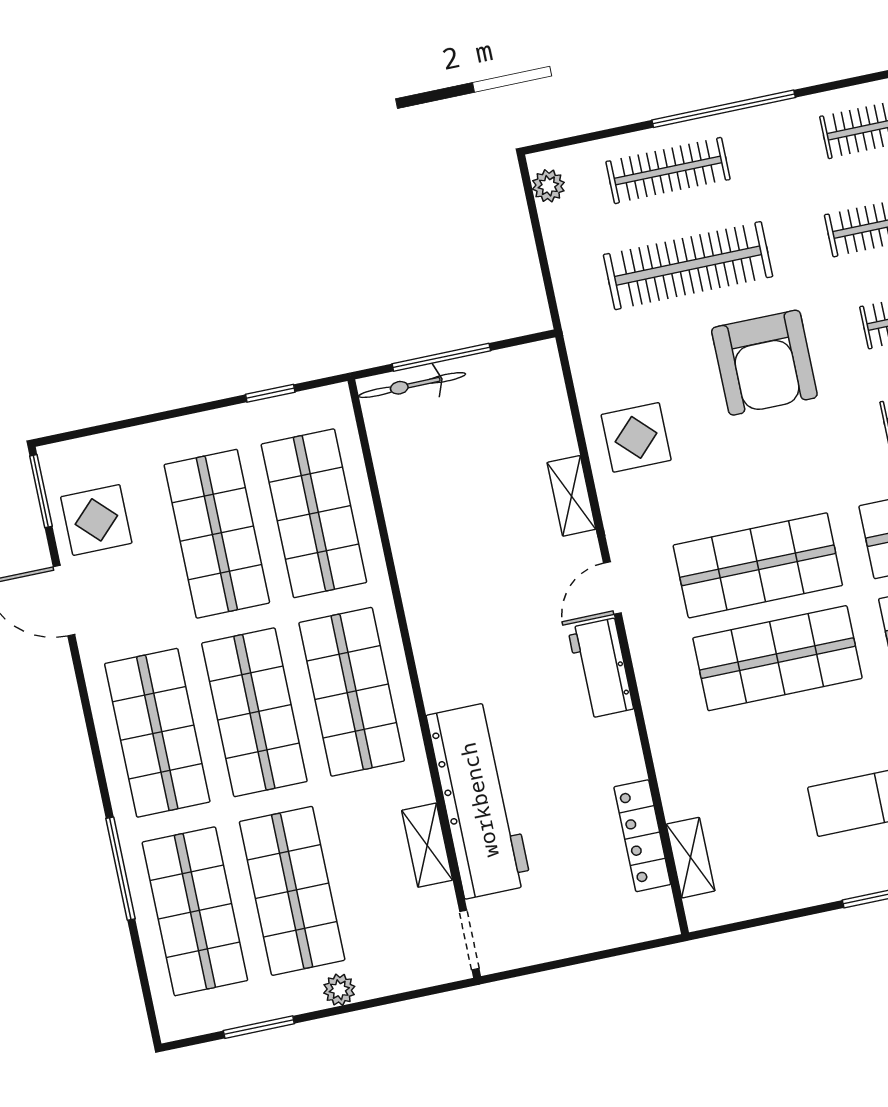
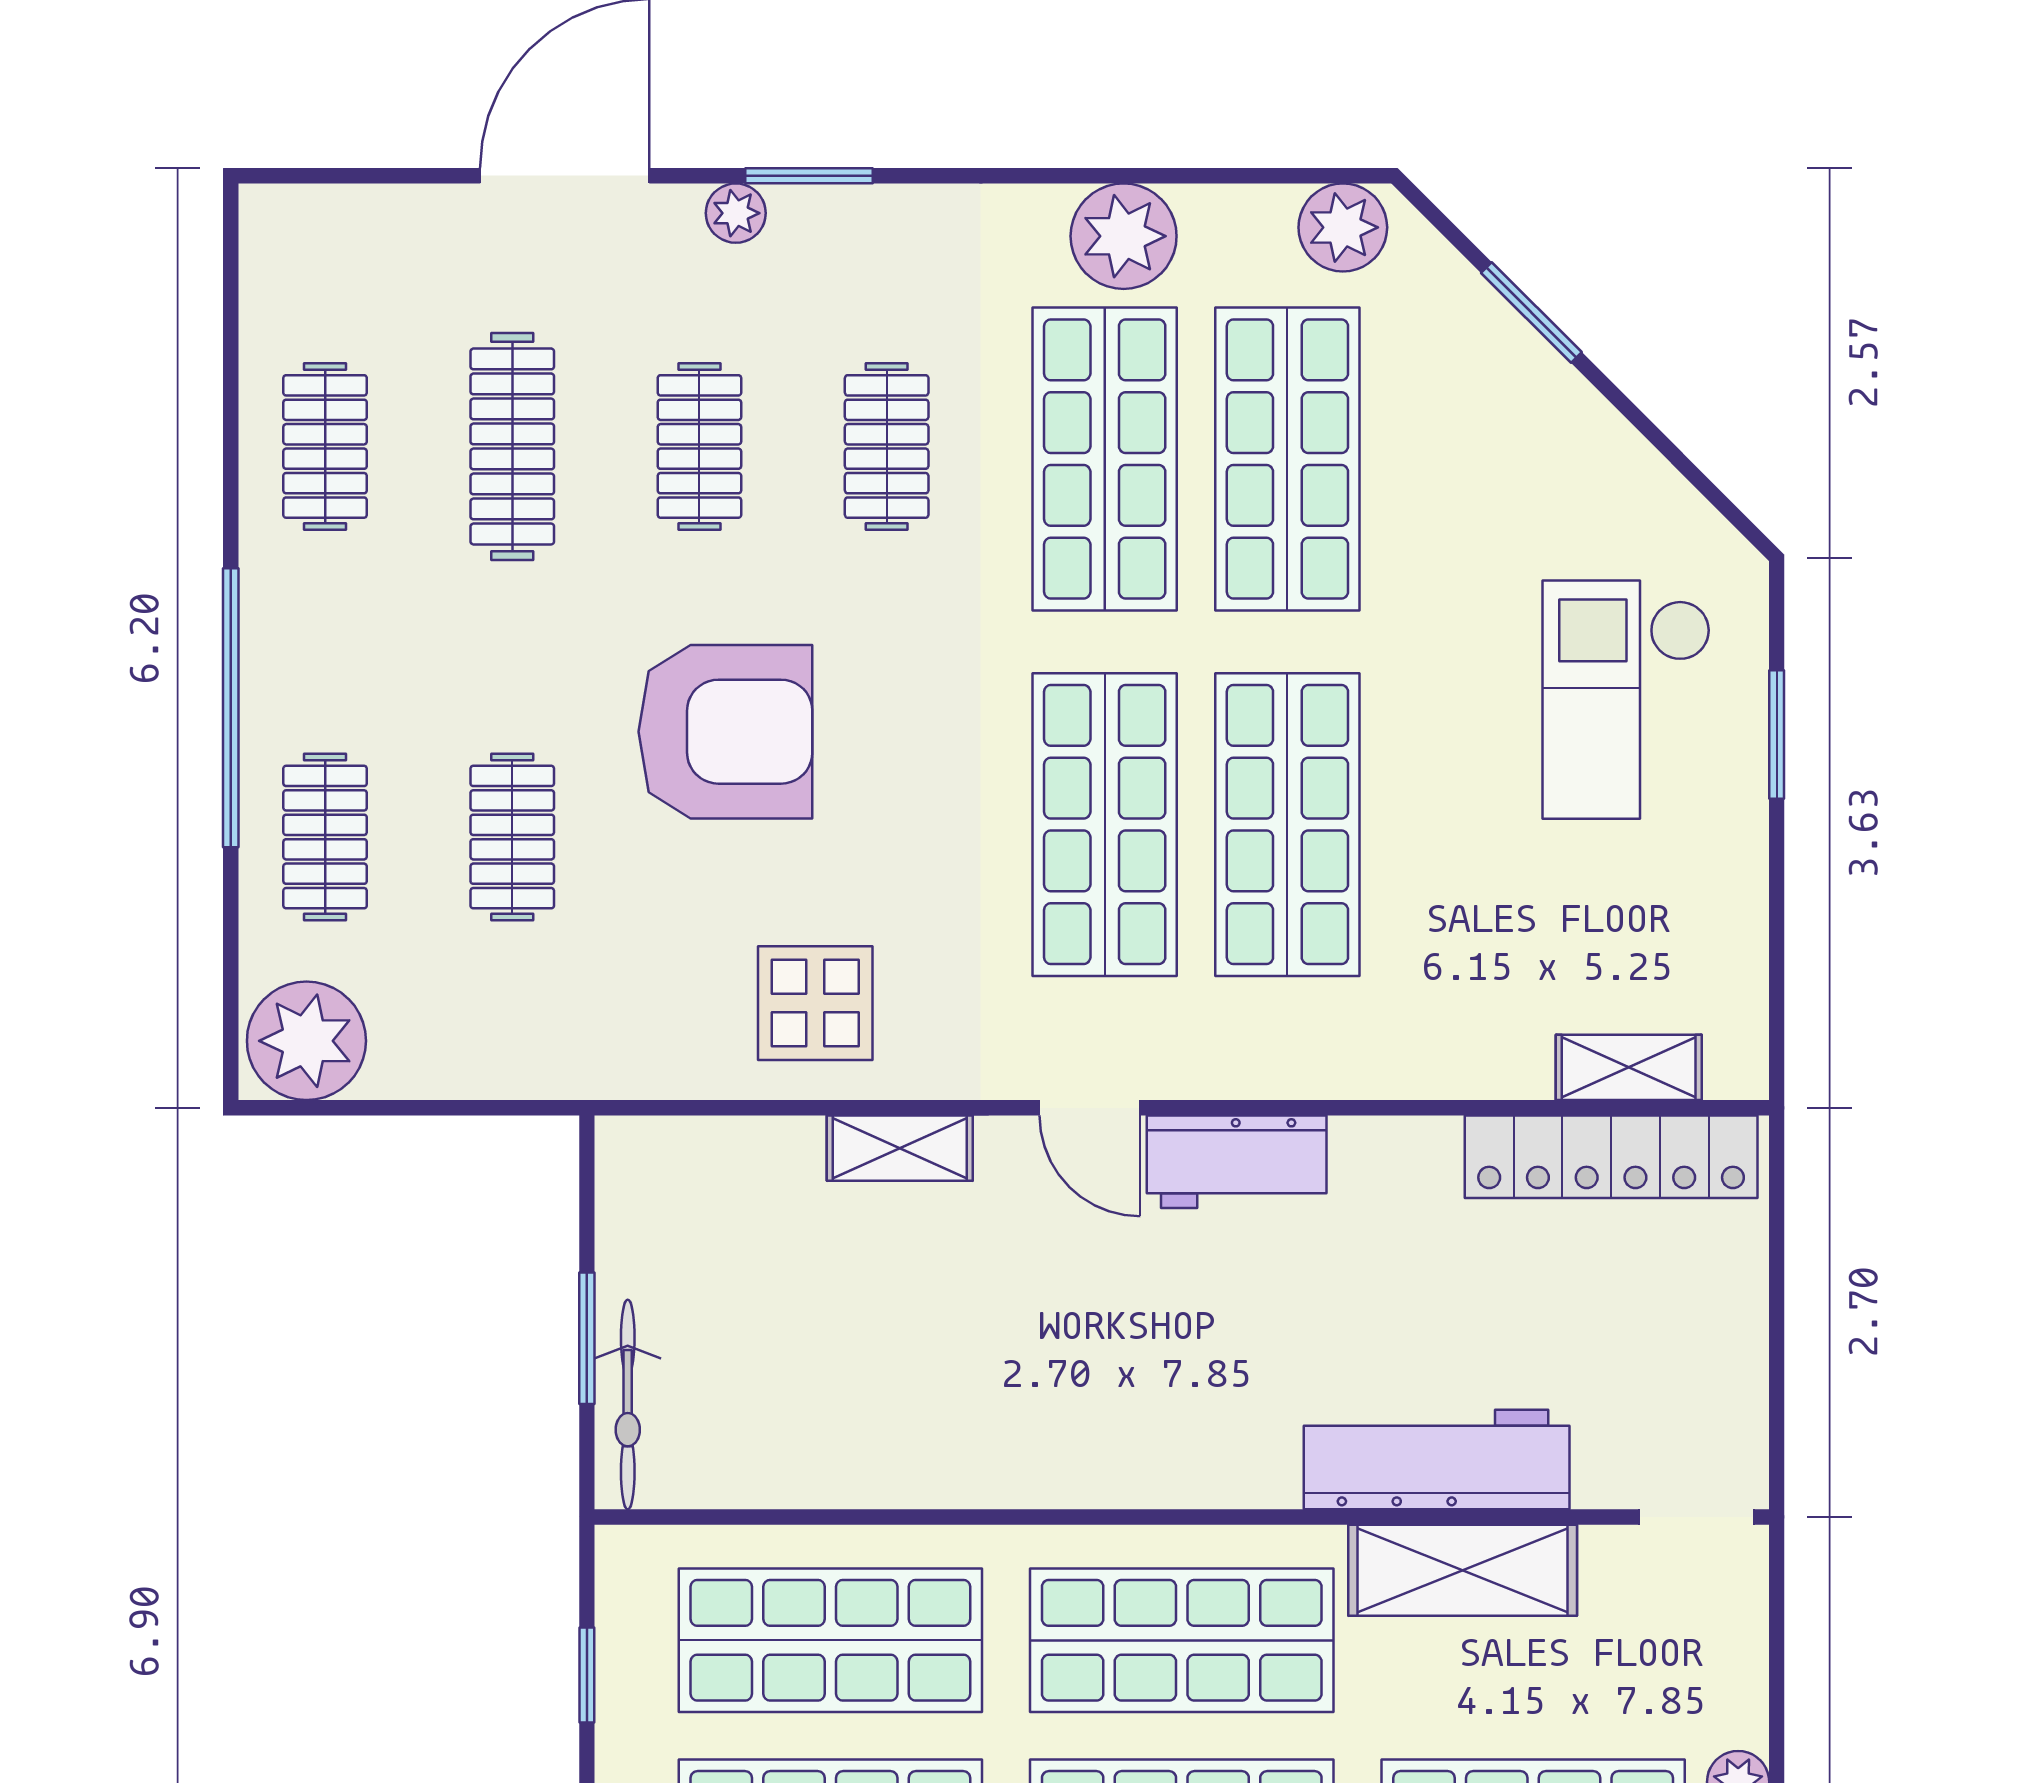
clothes rail: (668, 170) -> (325, 837), width x0.73
plant: (548, 186) -> (306, 1041), width x1.88, depth x1.88
clothes rail: (688, 266) -> (512, 837), width x0.54, depth x0.76
window: (441, 357) -> (587, 1338), width x0.69
workbench: (479, 800) -> (1437, 1459), width x0.73, depth x0.76
locker: (642, 836) -> (1611, 1157), width x1.41, depth x1.21
shelving: (427, 845) -> (1463, 1570), width x1.50, depth x1.33

